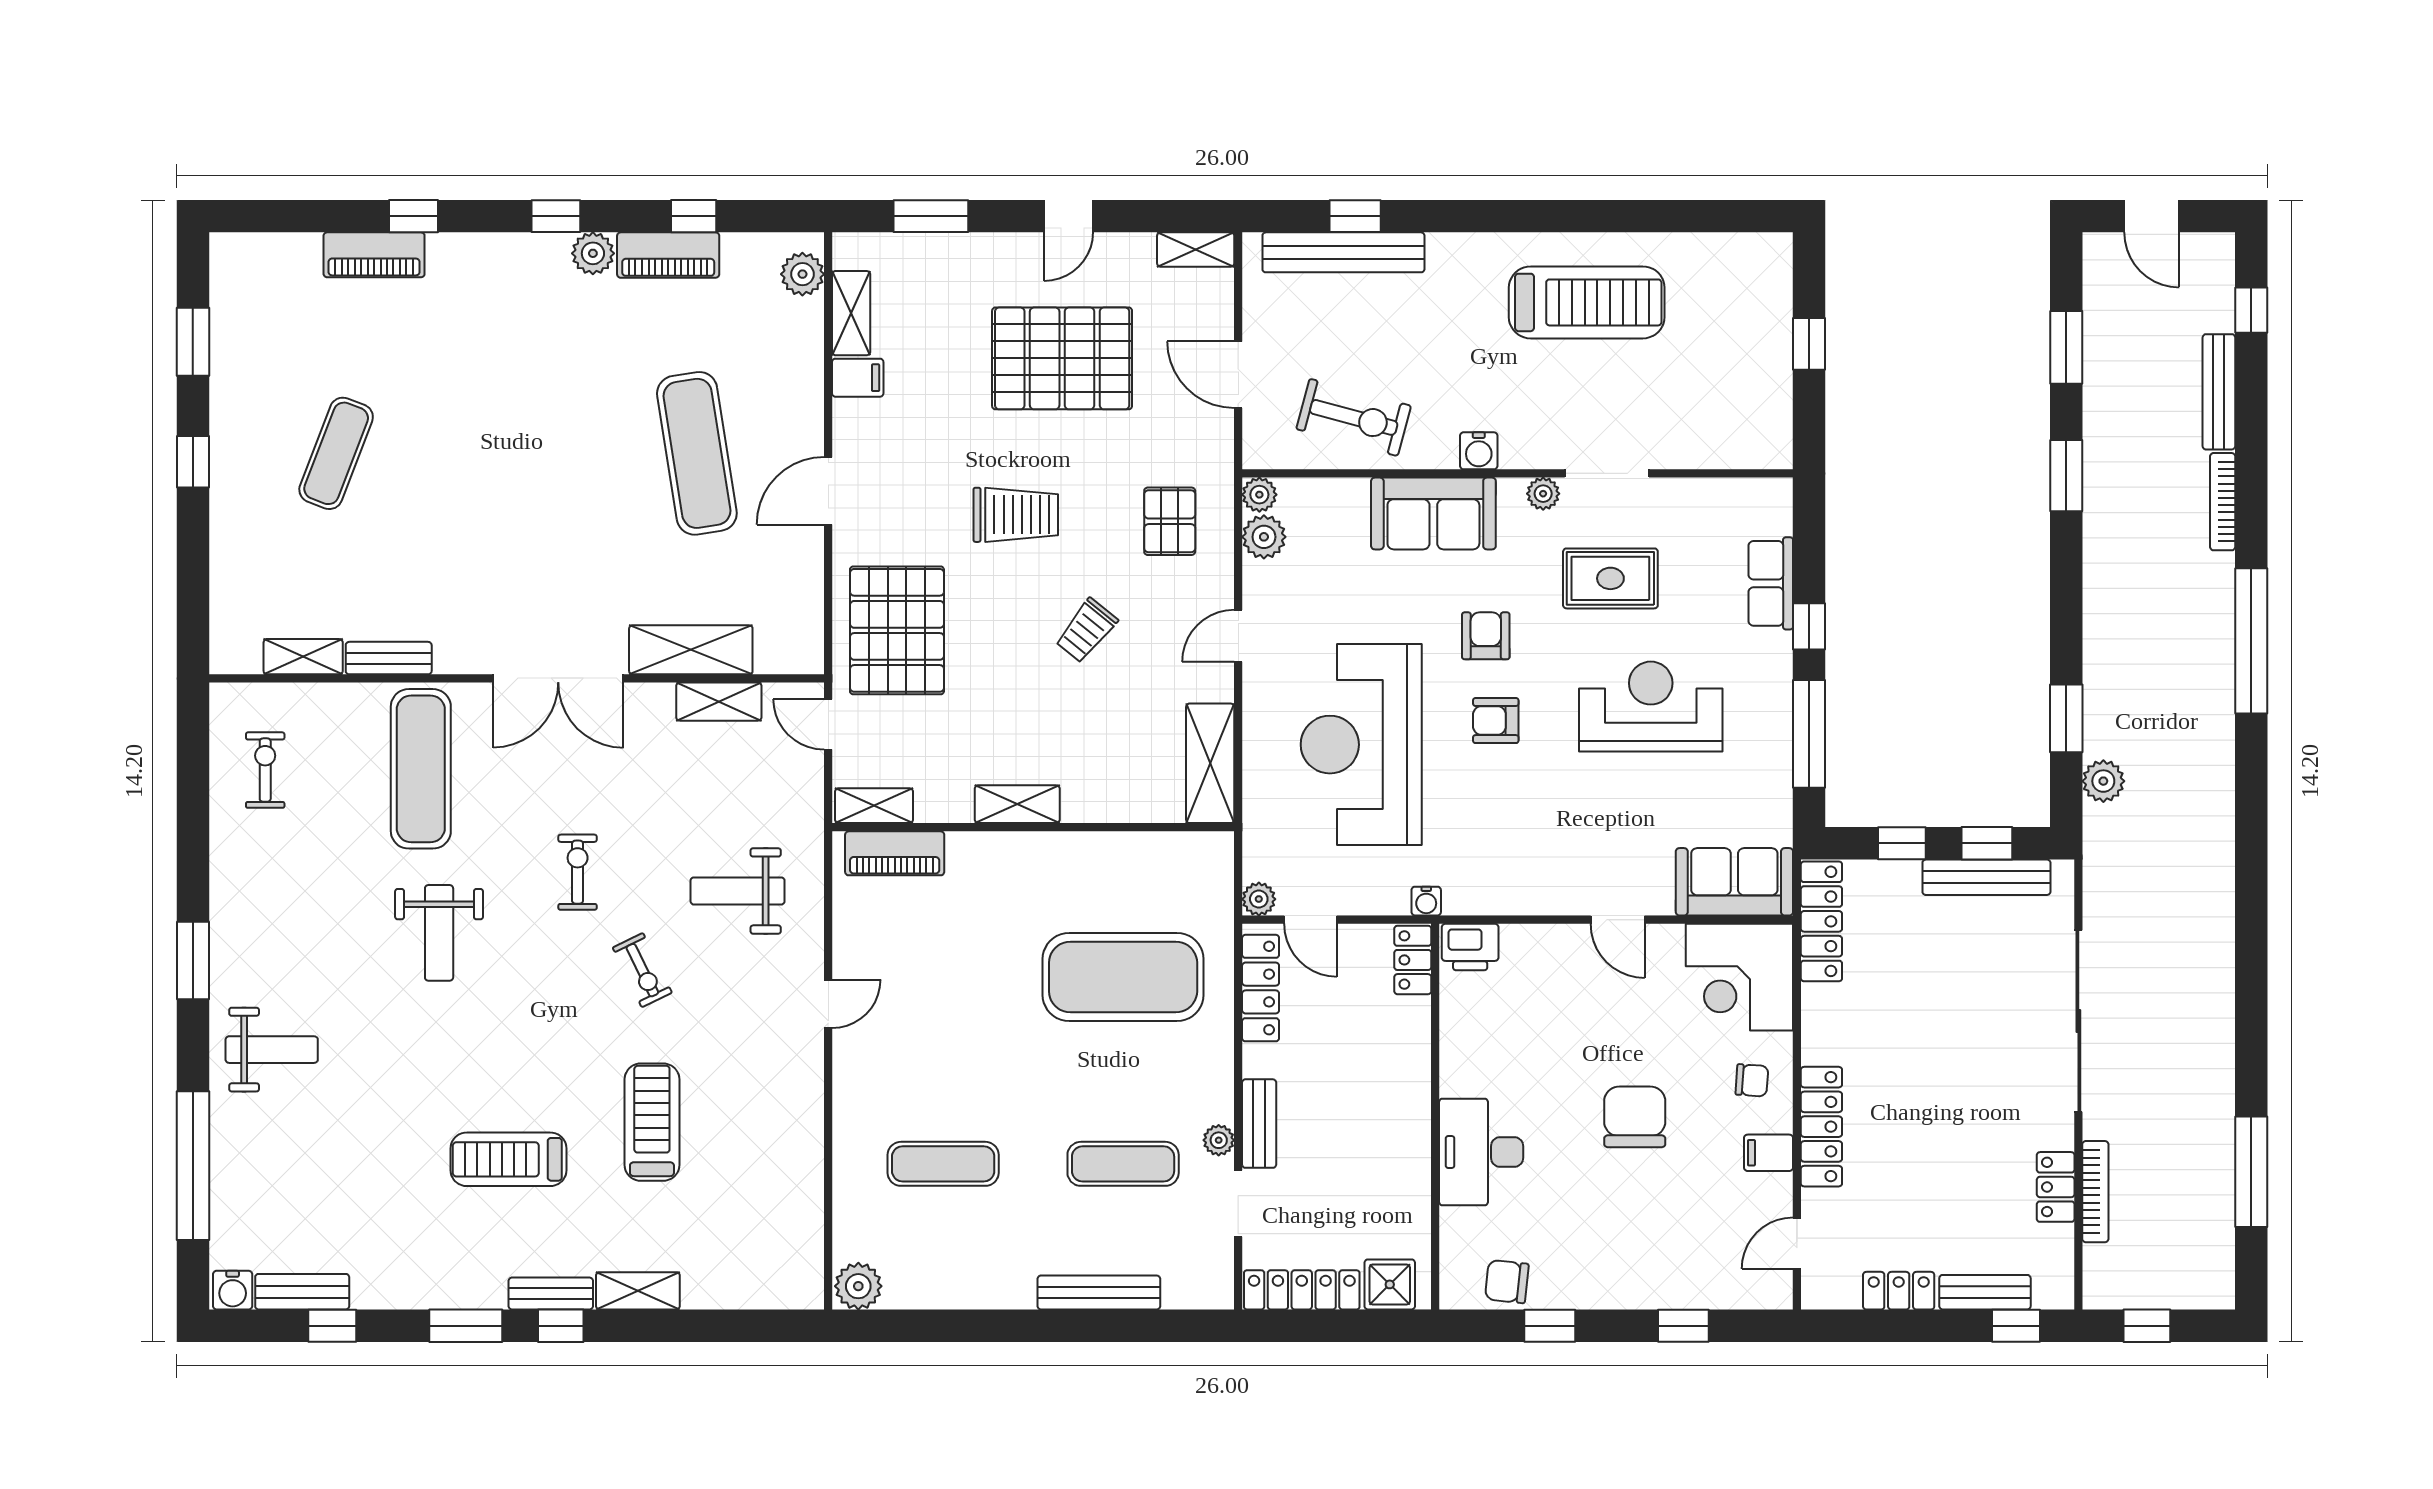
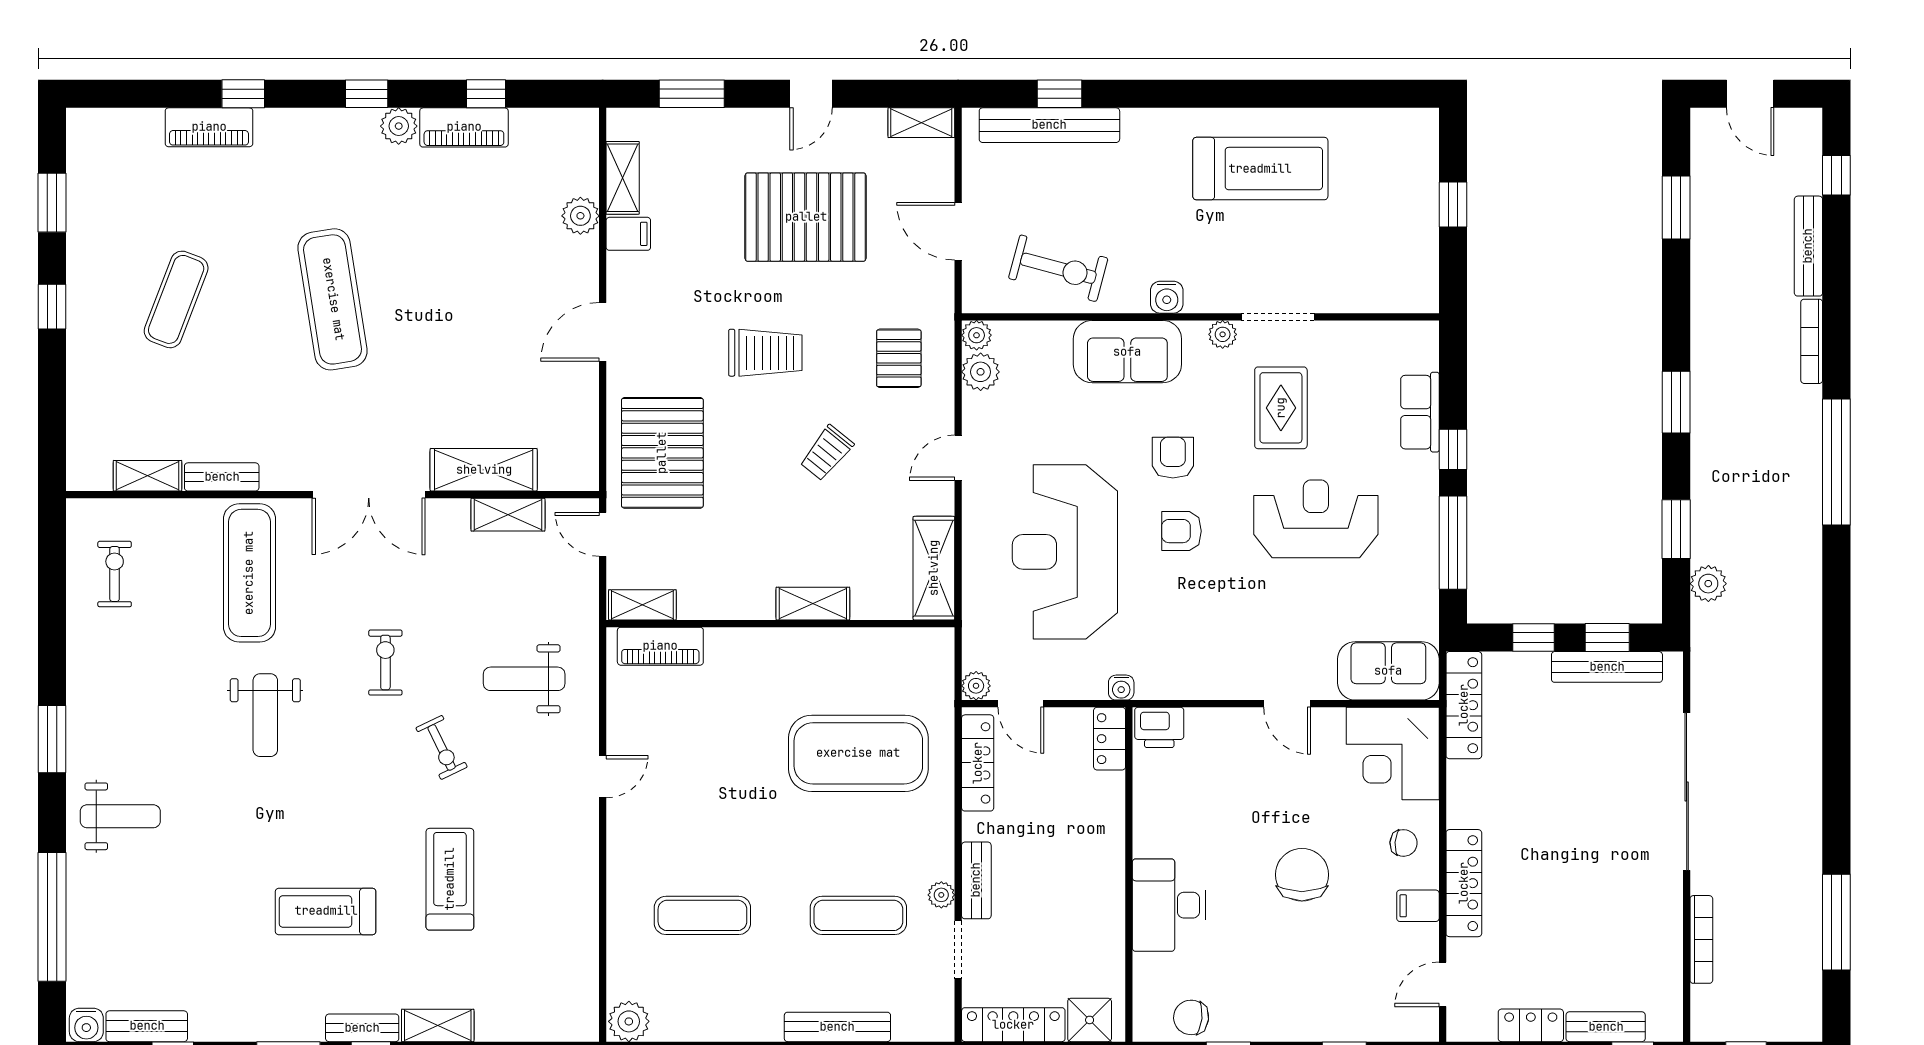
plant: (802, 274) -> (580, 216), moved
exercise mat: (697, 453) -> (333, 299), moved
window: (2066, 476) -> (1676, 402), moved
rug: (1610, 578) -> (1281, 408), turned 90
shelving: (1017, 804) -> (813, 604), moved
locker: (2056, 1187) -> (1667, 935), removed

